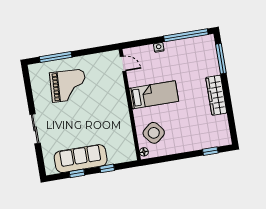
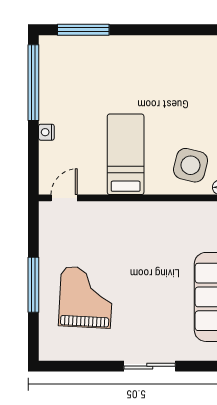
window: (56, 57) -> (33, 285), moved
wardrobe: (216, 95) -> (144, 48), removed
side table: (154, 133) -> (191, 165), turned -37

